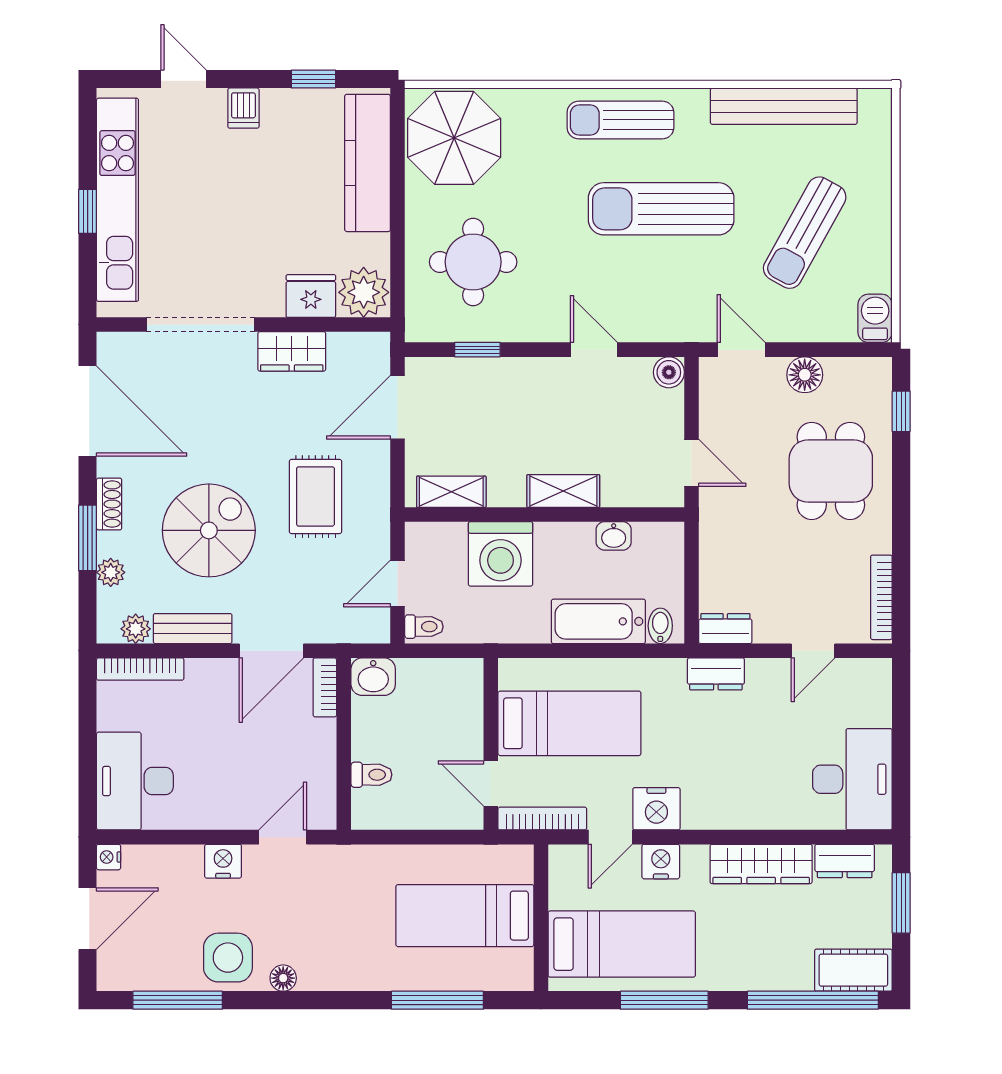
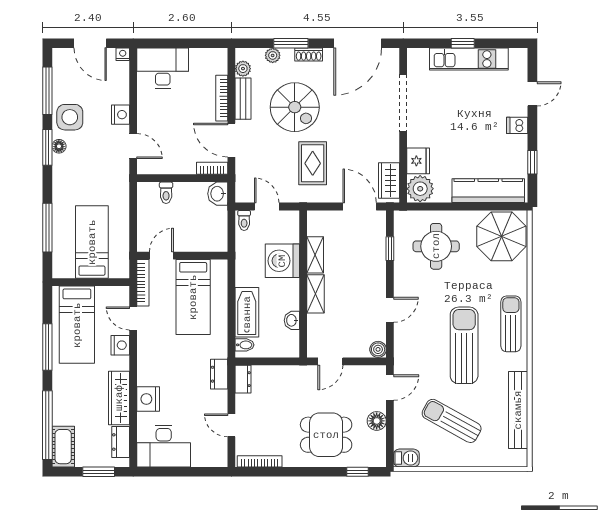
kitchen unit: (117, 200) -> (469, 59), width x0.73
wardrobe: (292, 351) -> (389, 180), moved
shelving: (451, 492) -> (315, 255), moved
rug: (315, 496) -> (313, 163), turned 90
bookcase: (140, 669) -> (222, 98), moved
nightstand: (656, 809) -> (148, 399), moved
window: (285, 1000) -> (47, 147), added

